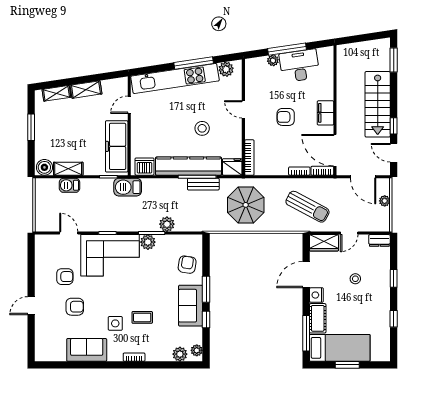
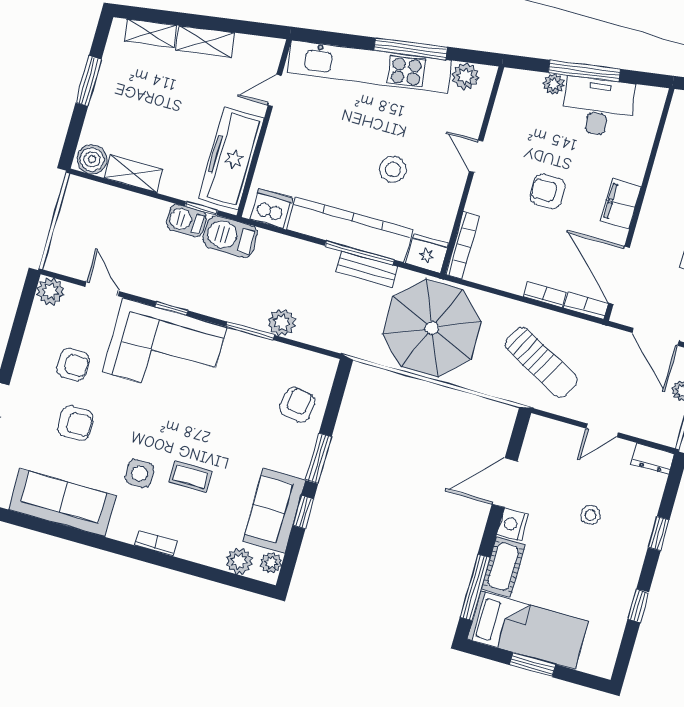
barbecue: (69, 185) -> (186, 221), moved
parasol: (246, 205) -> (432, 328), width x1.36, depth x1.36
plant: (148, 242) -> (50, 291), moved
wardrobe: (324, 243) -> (553, 435), removed
sofa: (191, 306) -> (274, 511), moved
sofa: (87, 350) -> (62, 503), width x1.36

